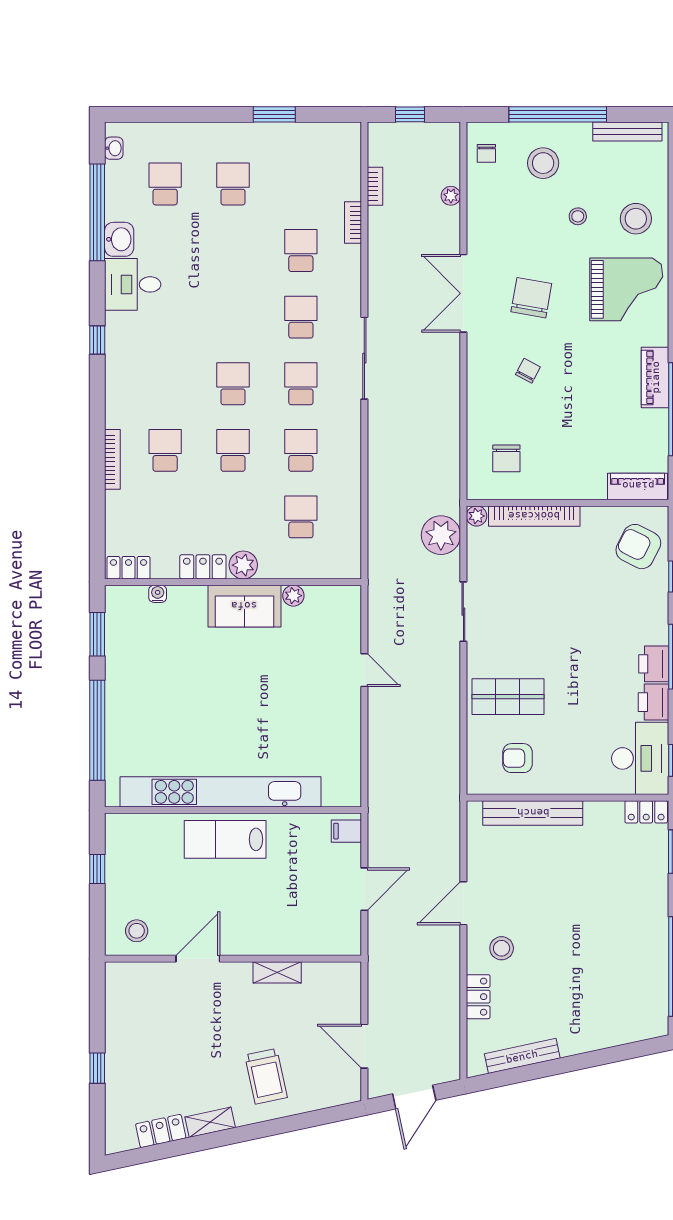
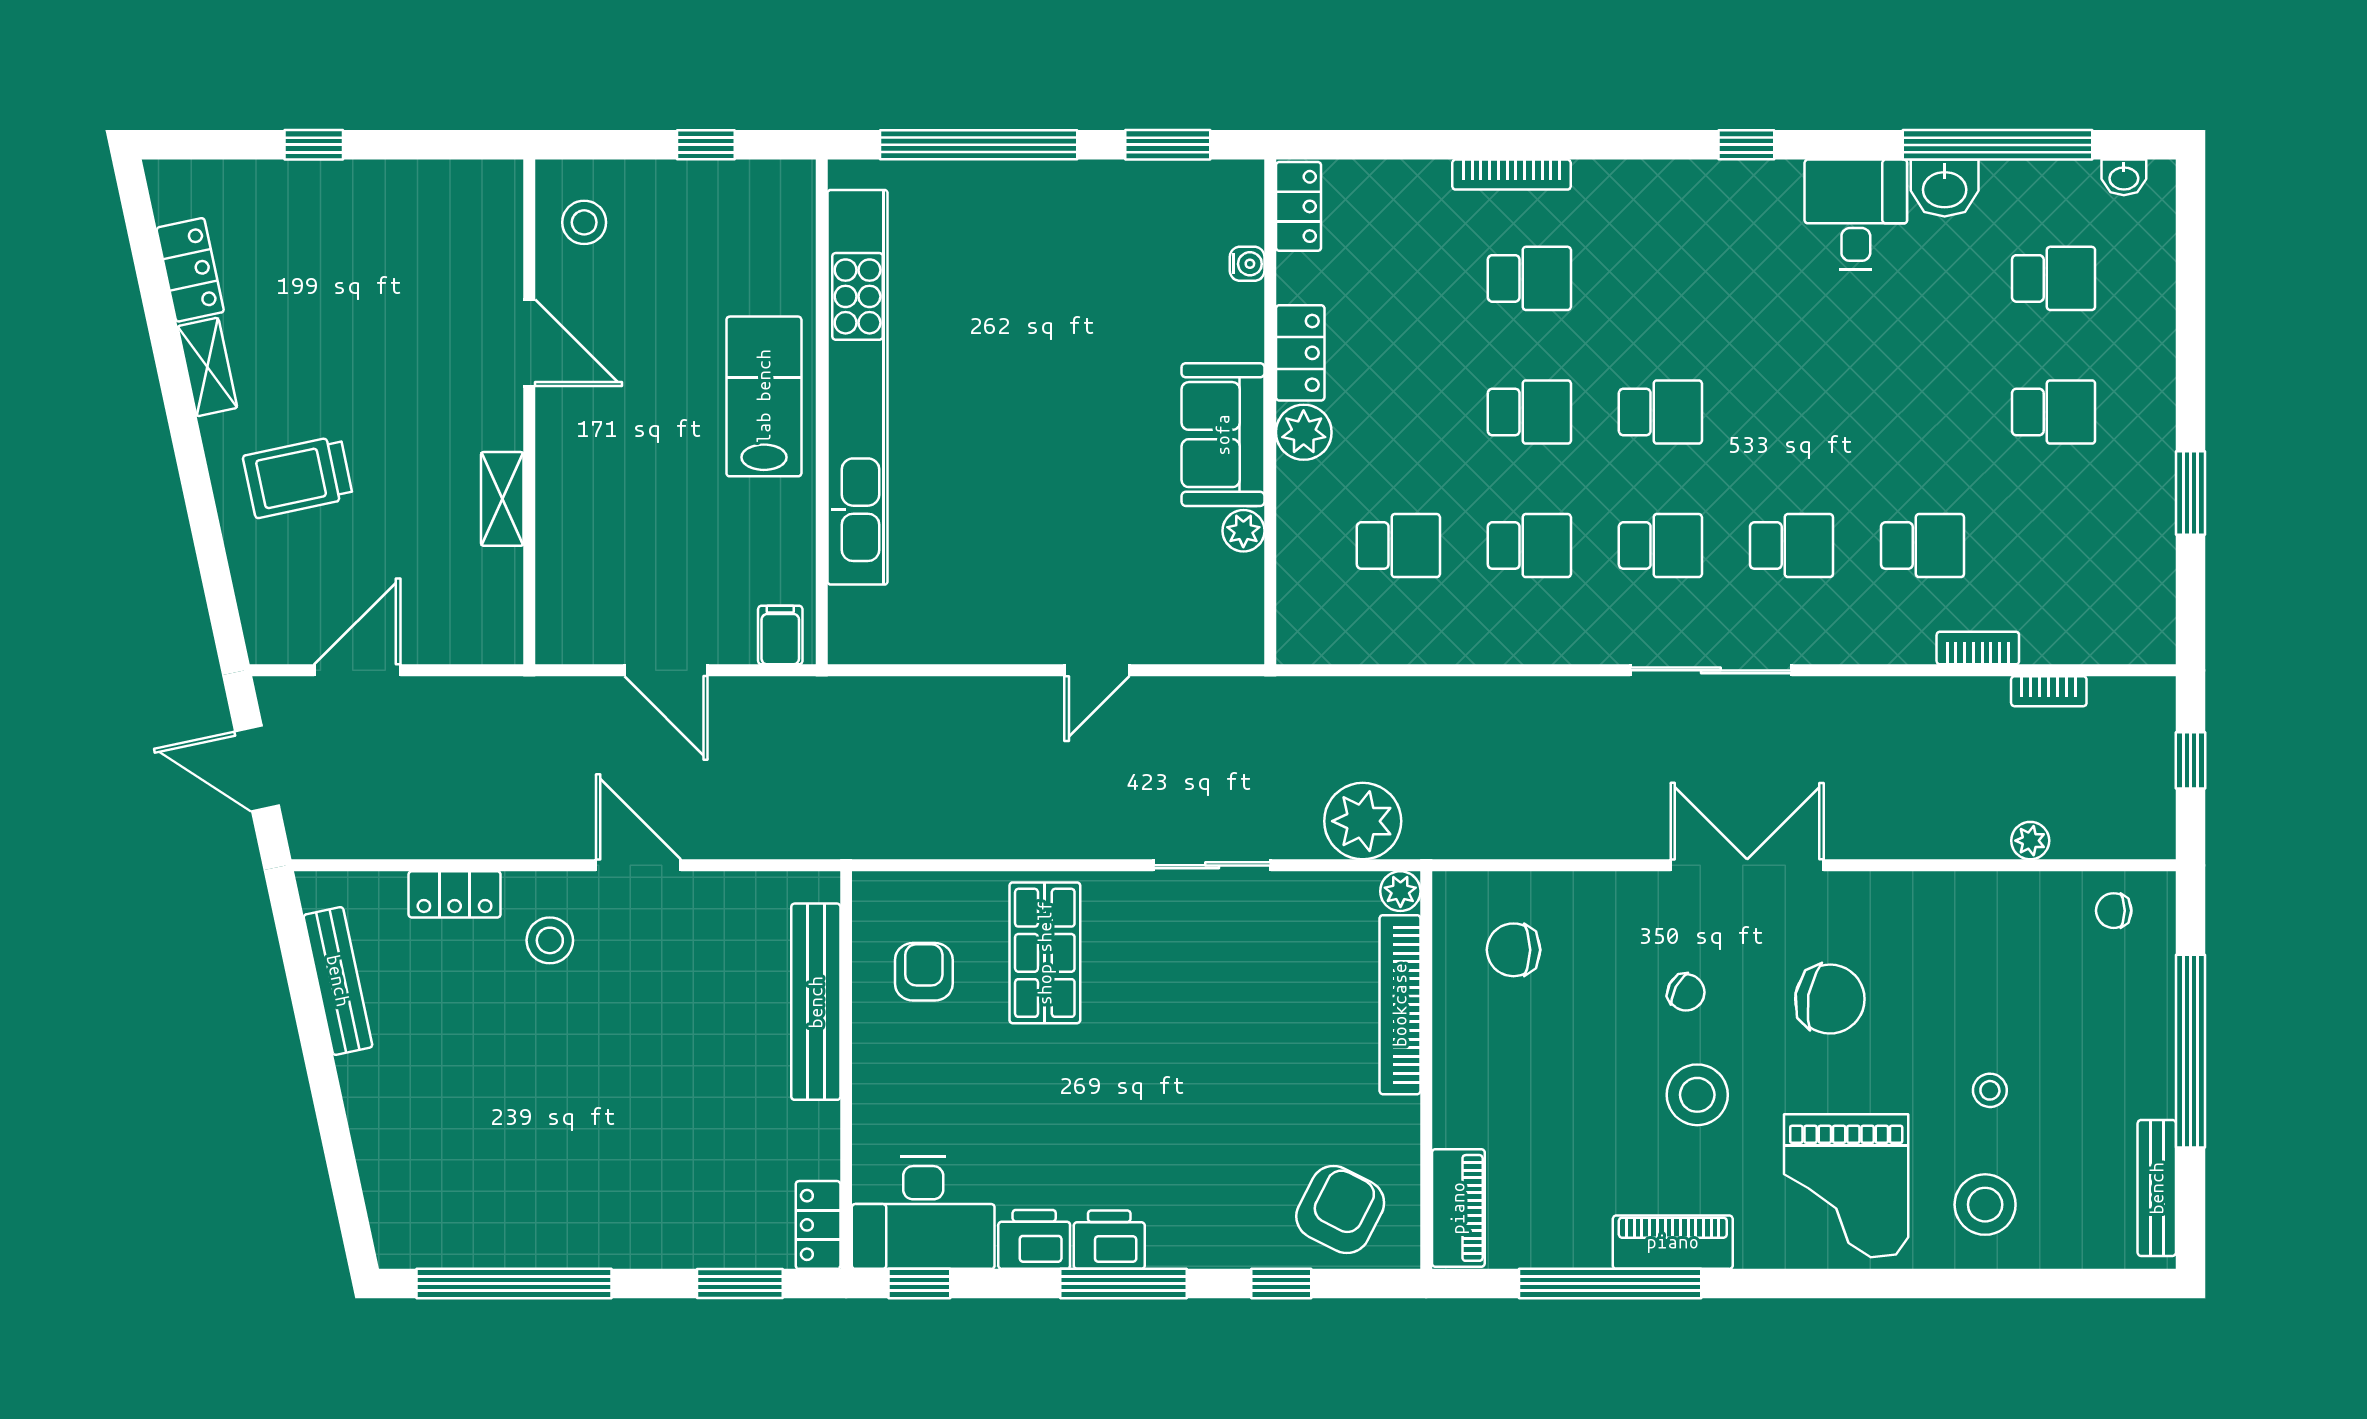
stool: (543, 163) -> (1697, 1095), moved
double door: (463, 293) -> (1747, 865), moved

